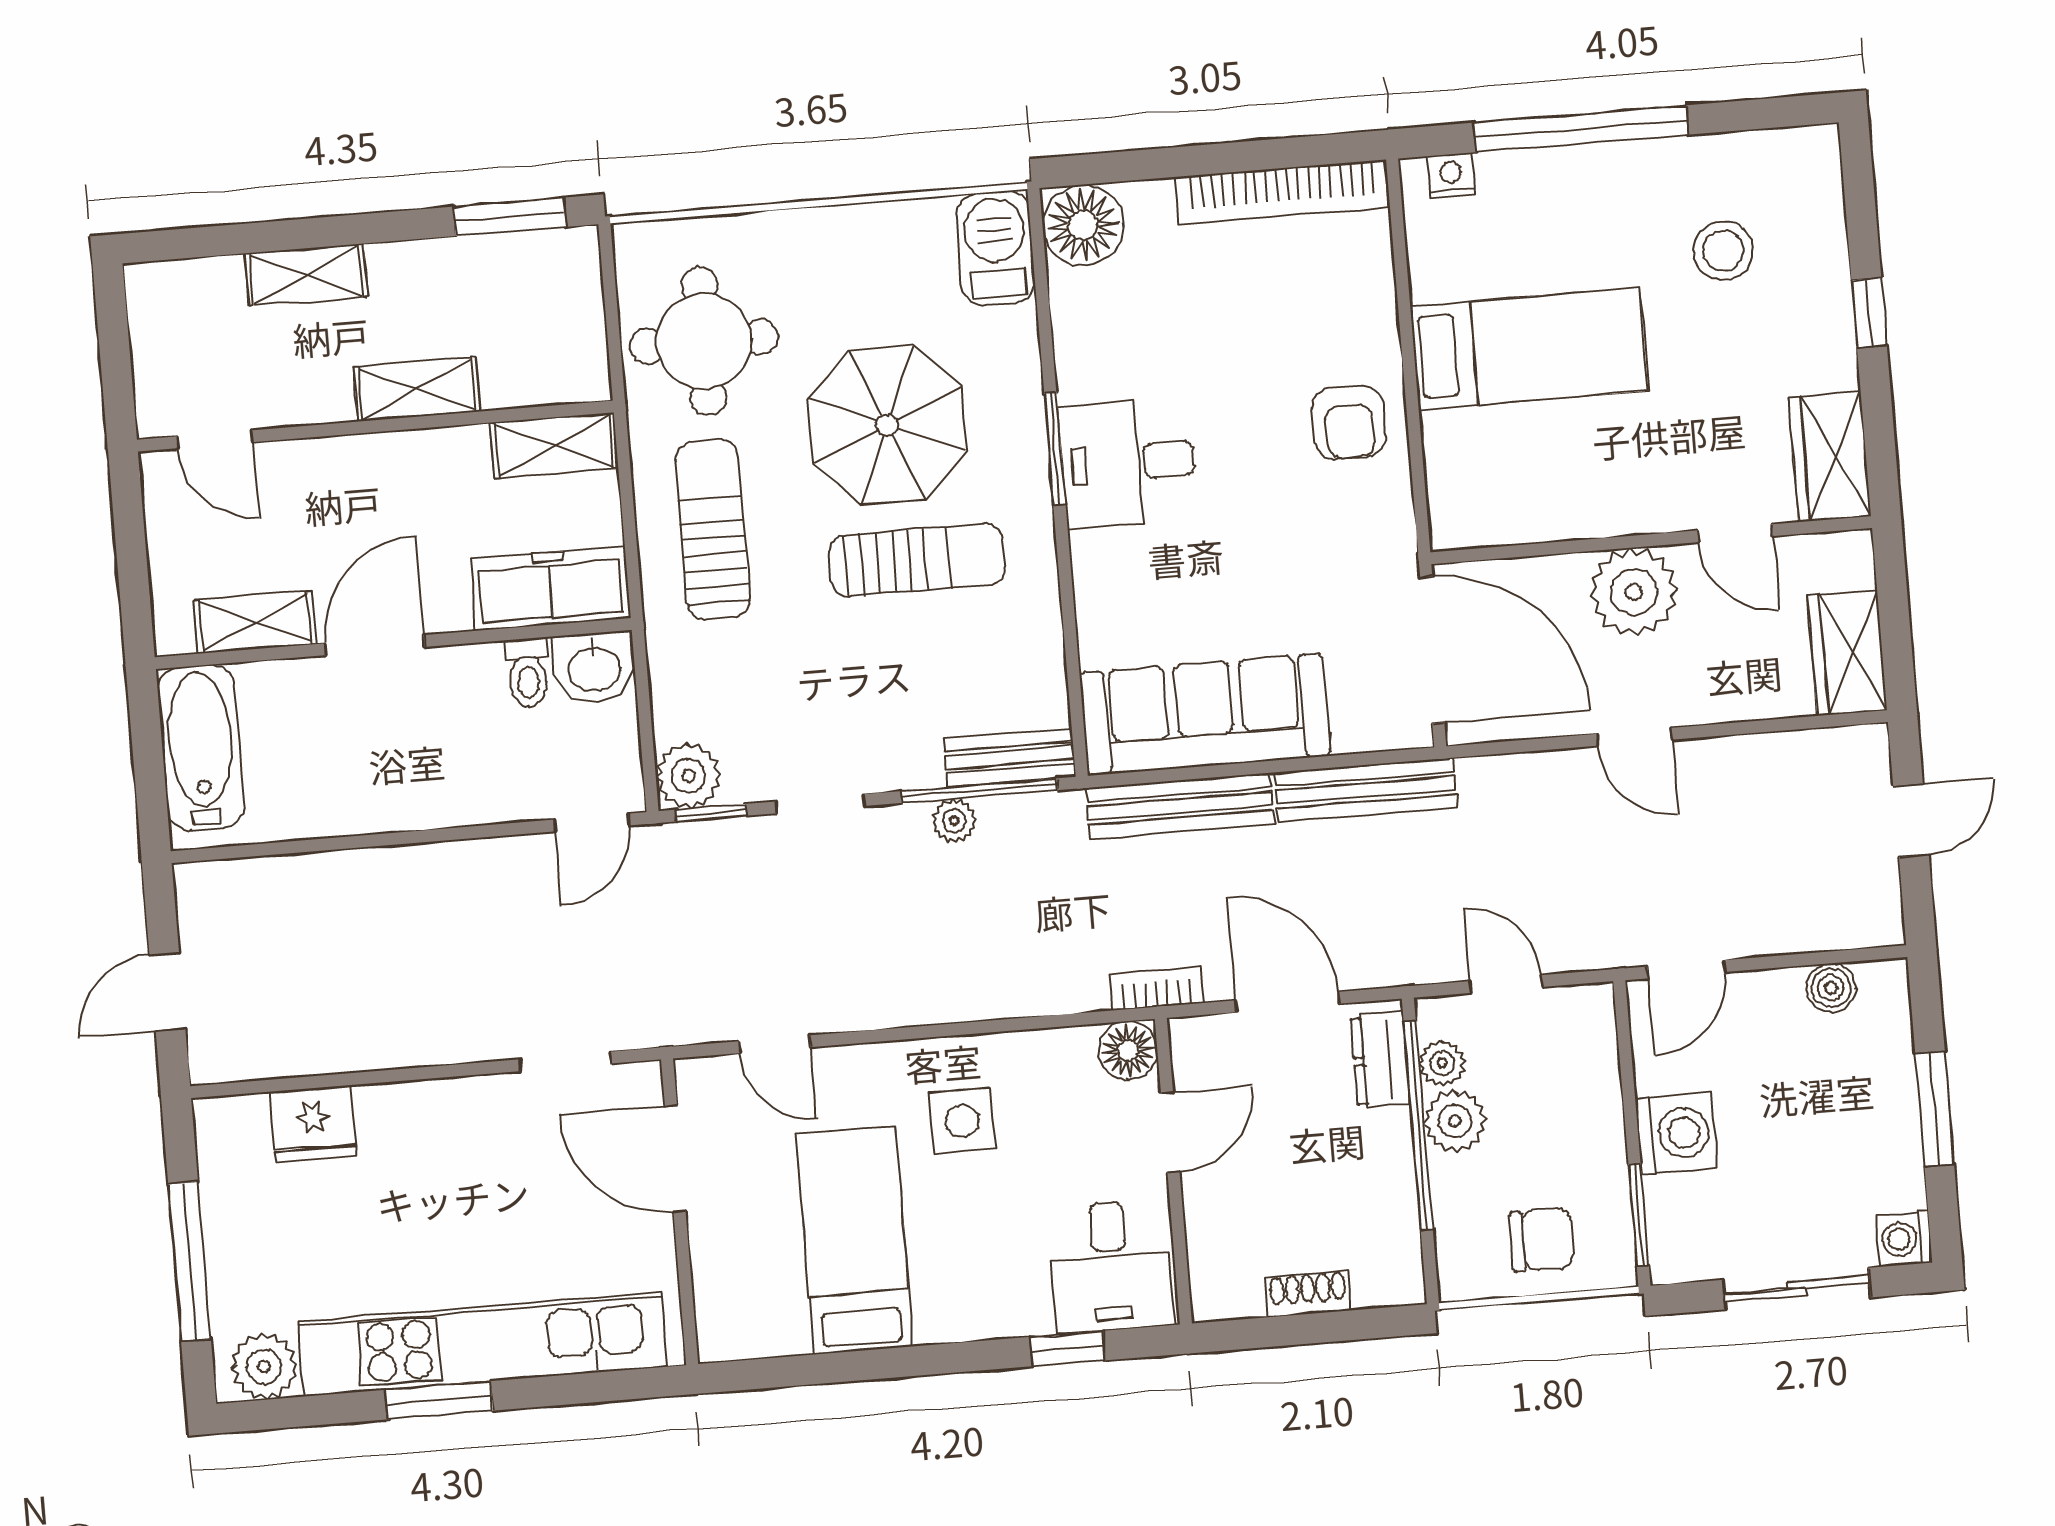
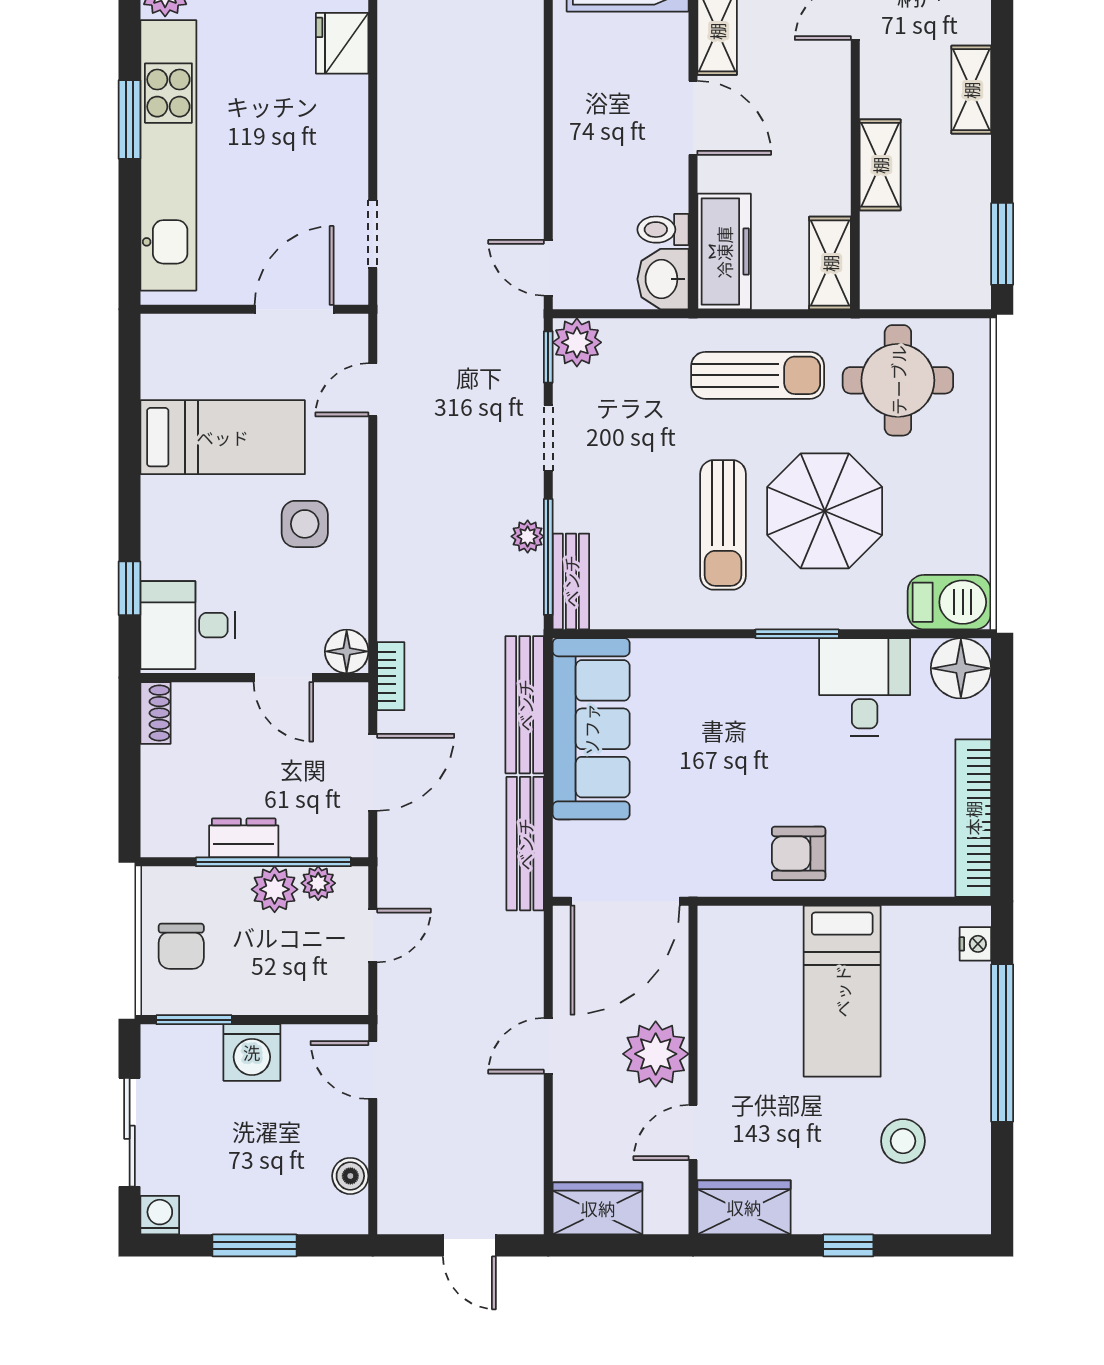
desk: (1128, 463) -> (865, 687), moved
dresser: (1381, 1060) -> (244, 838), moved
shoe rack: (1308, 1294) -> (156, 713), moved

